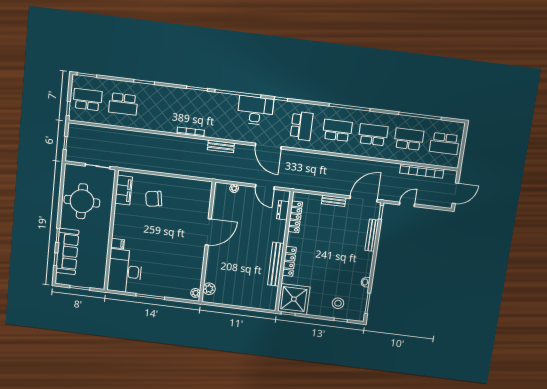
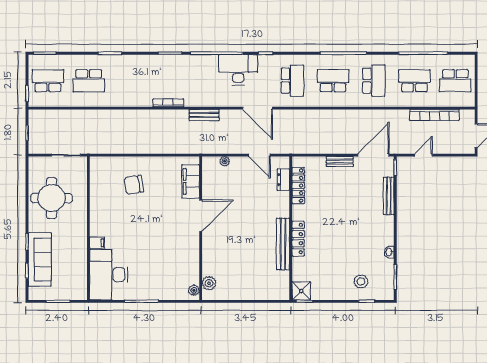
school desk: (373, 135) -> (374, 81), turned 90
filing cabinet: (124, 190) -> (191, 181), moved, turned 180
shower: (294, 299) -> (301, 291), width x0.54, depth x0.54

